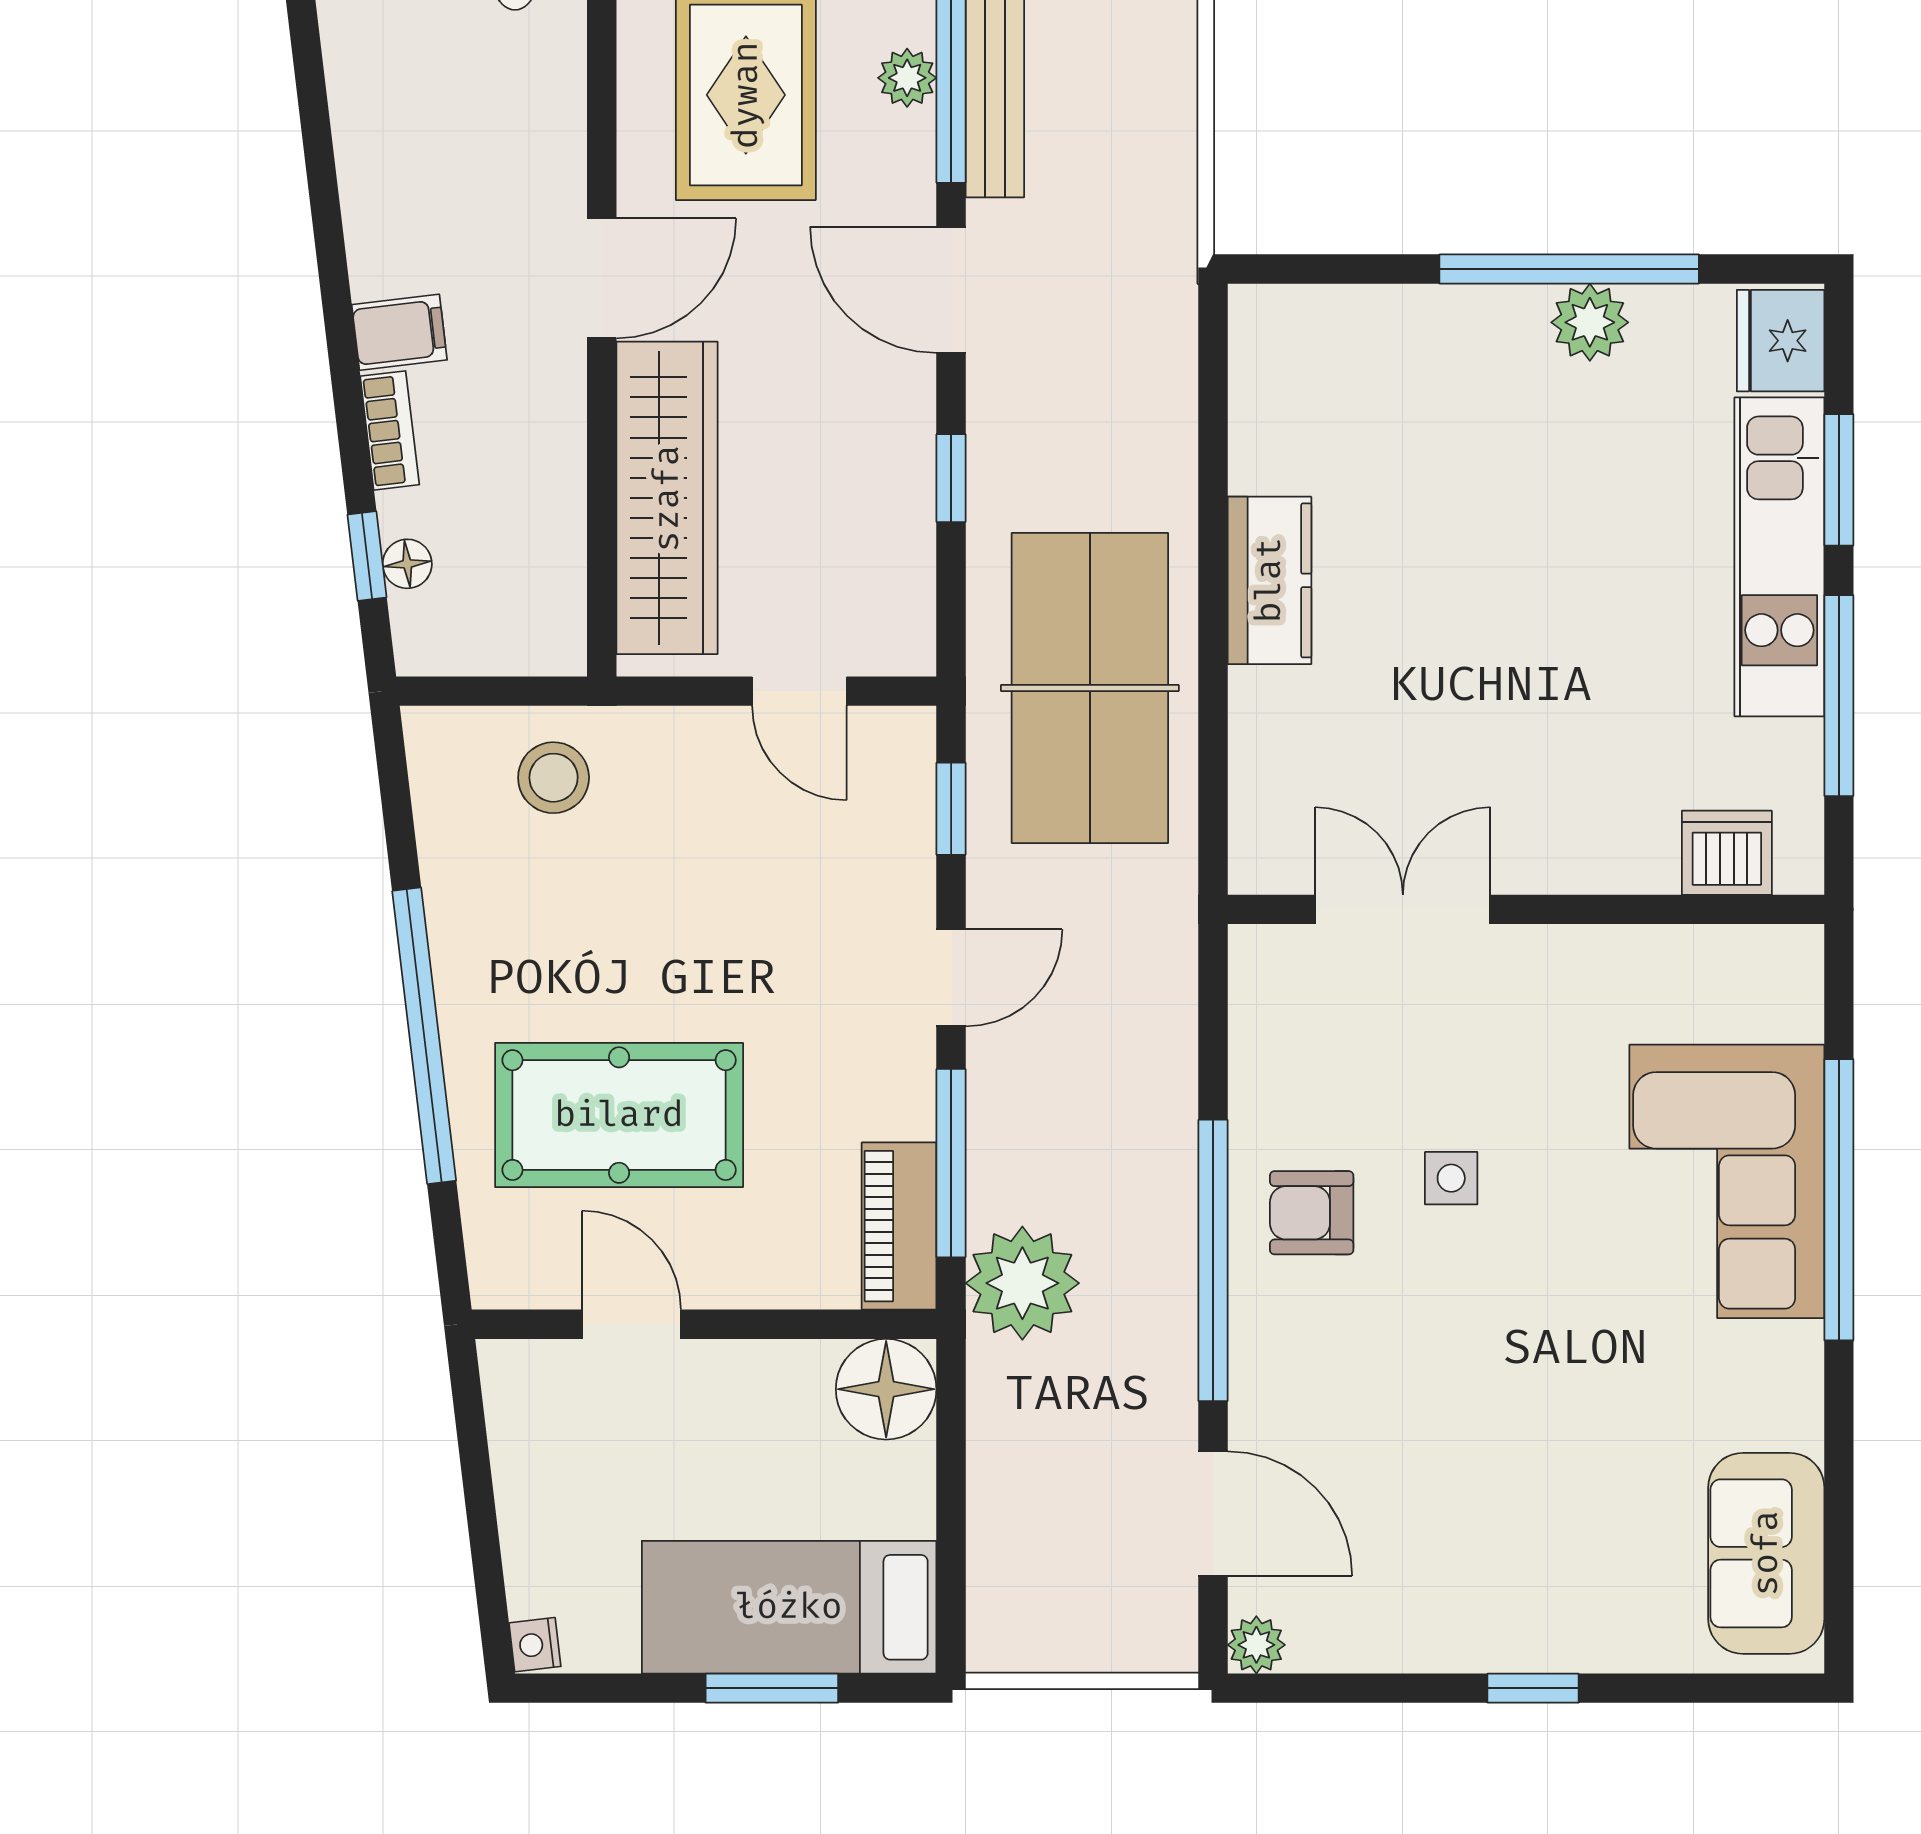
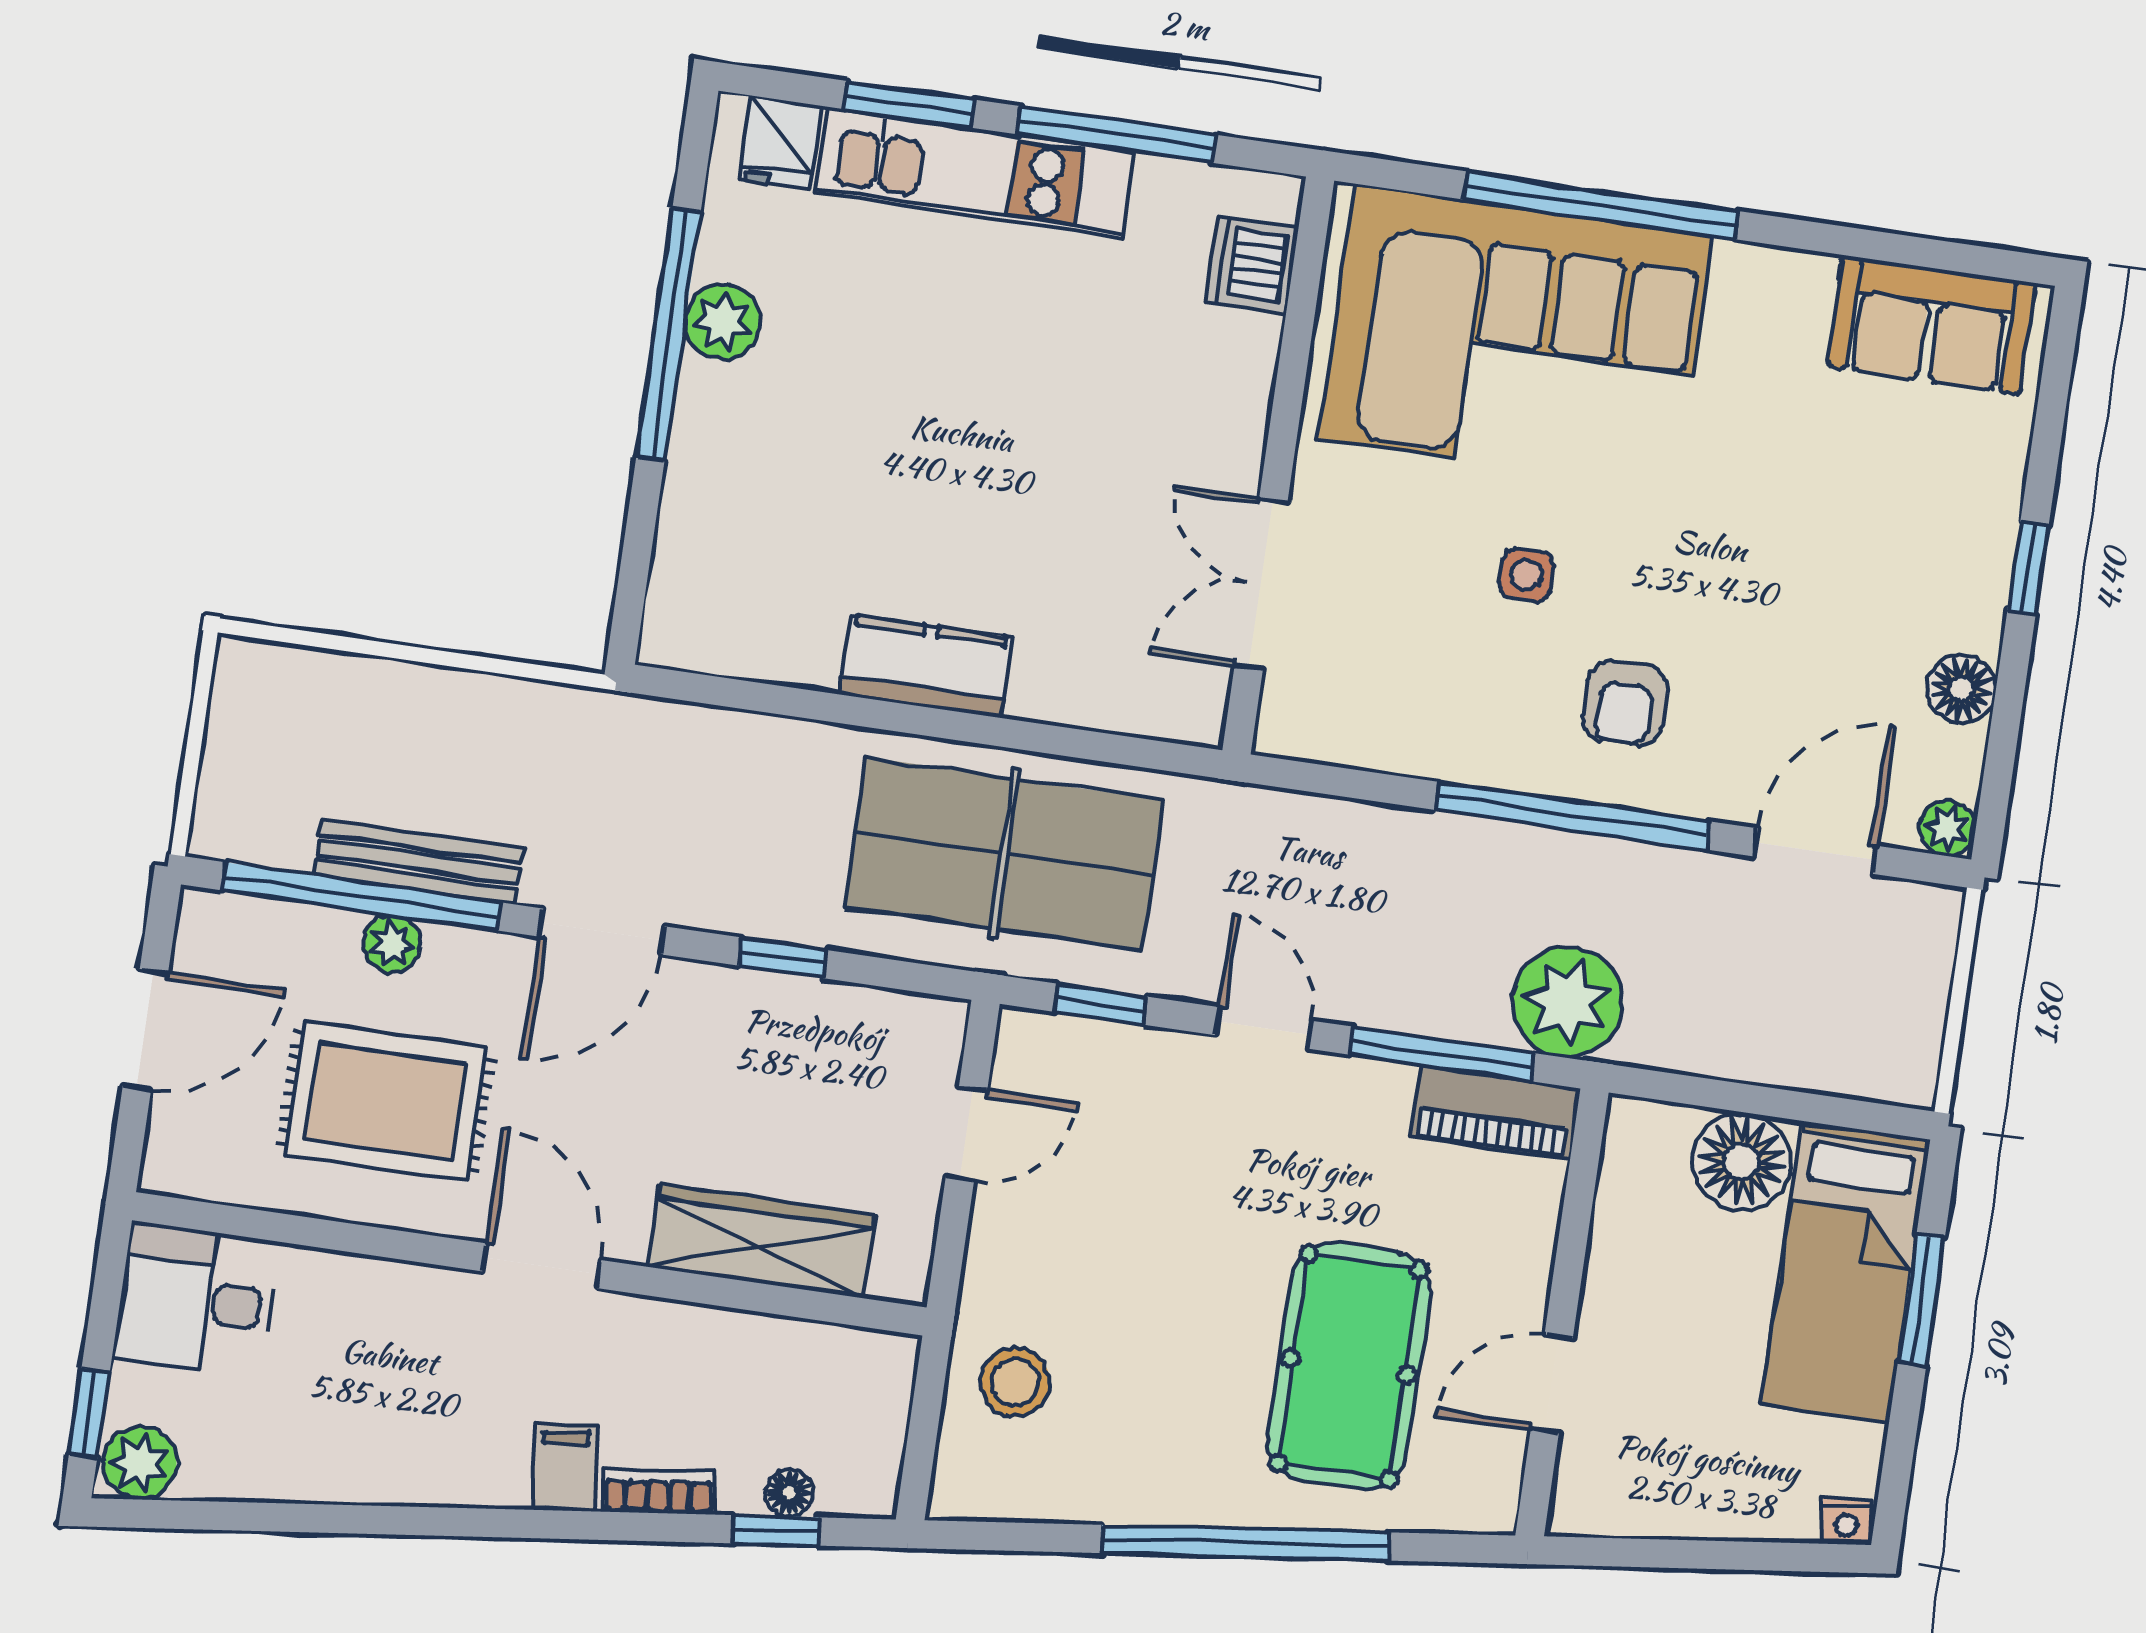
fridge: (1781, 341) -> (781, 143), width x0.72
wardrobe: (667, 498) -> (761, 1241), width x0.71, depth x0.85
corner sofa: (1727, 1181) -> (1516, 337), width x1.36, depth x1.36
armchair: (1312, 1213) -> (1625, 703), moved
floor lamp: (886, 1389) -> (1742, 1161), moved
floor lamp: (1400, 1638) -> (1961, 689), added

